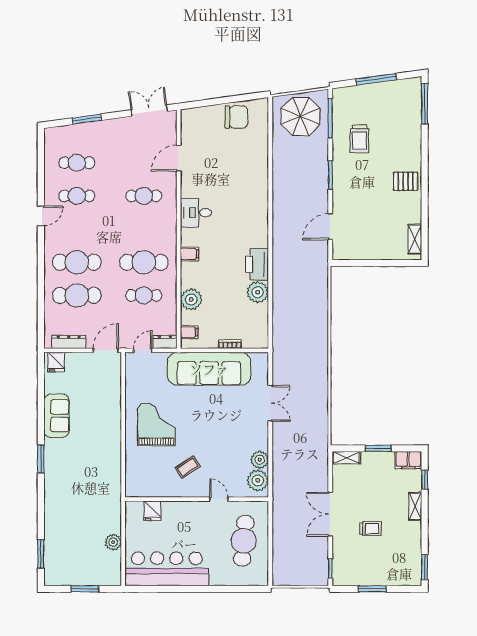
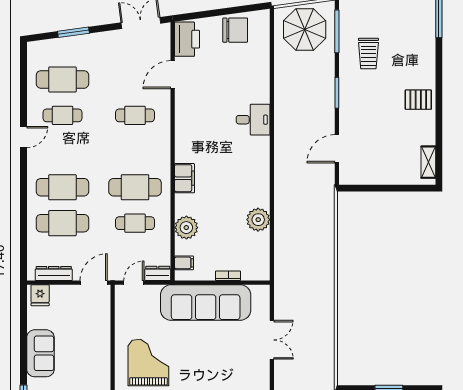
cafe table: (77, 163) -> (62, 79), width x1.37, depth x1.35
desk: (196, 213) -> (253, 120), moved, turned 180
filing cabinet: (190, 254) -> (184, 178), width x2.00
printer: (257, 264) -> (187, 39), moved, turned 180

